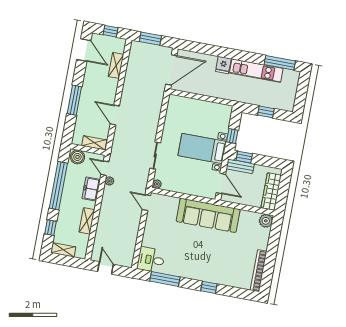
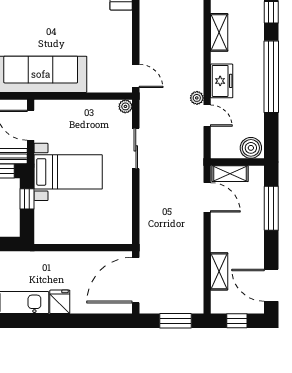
shelving: (94, 143) -> (230, 174), moved
wall: (88, 149) -> (237, 162), moved
boiler: (77, 157) -> (251, 148), moved

